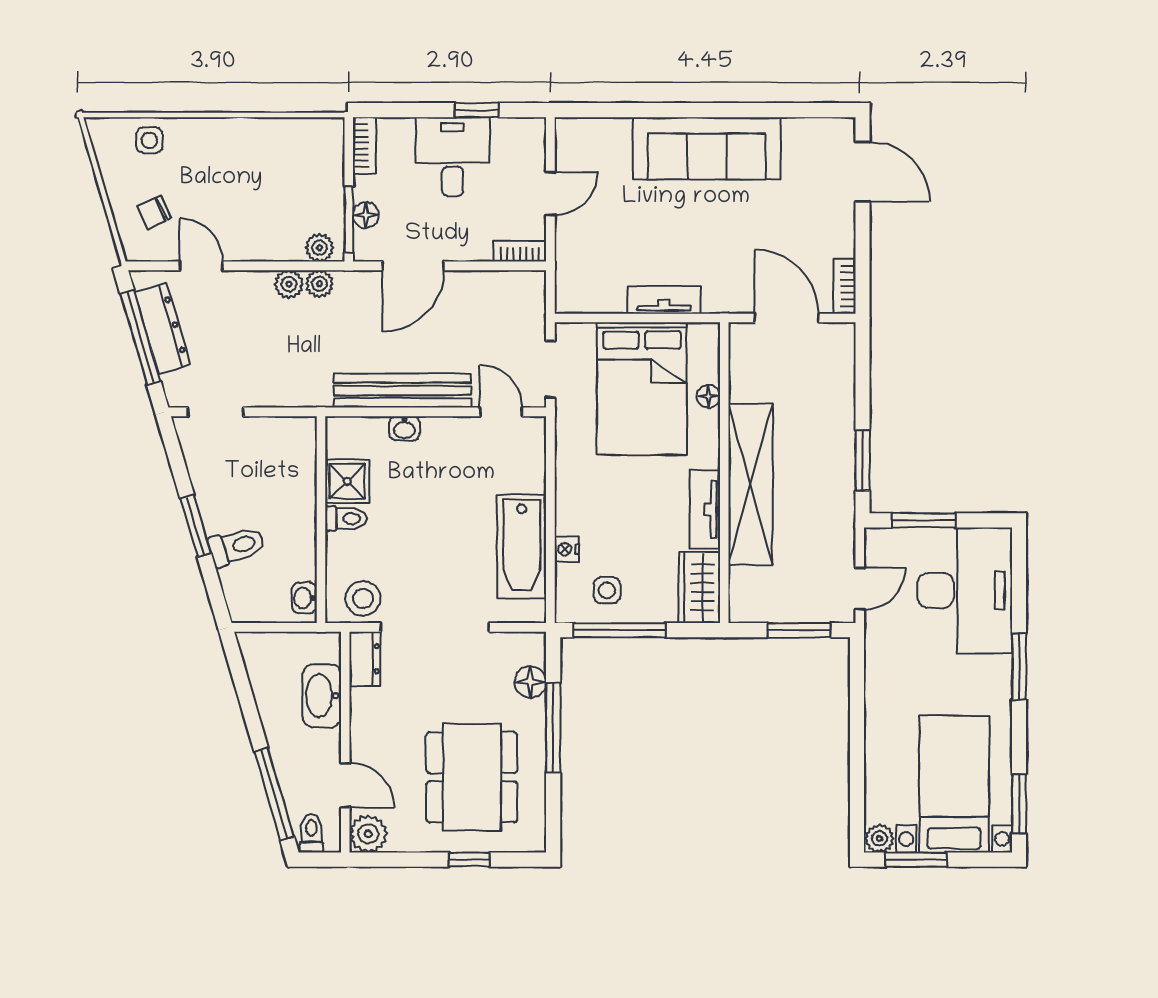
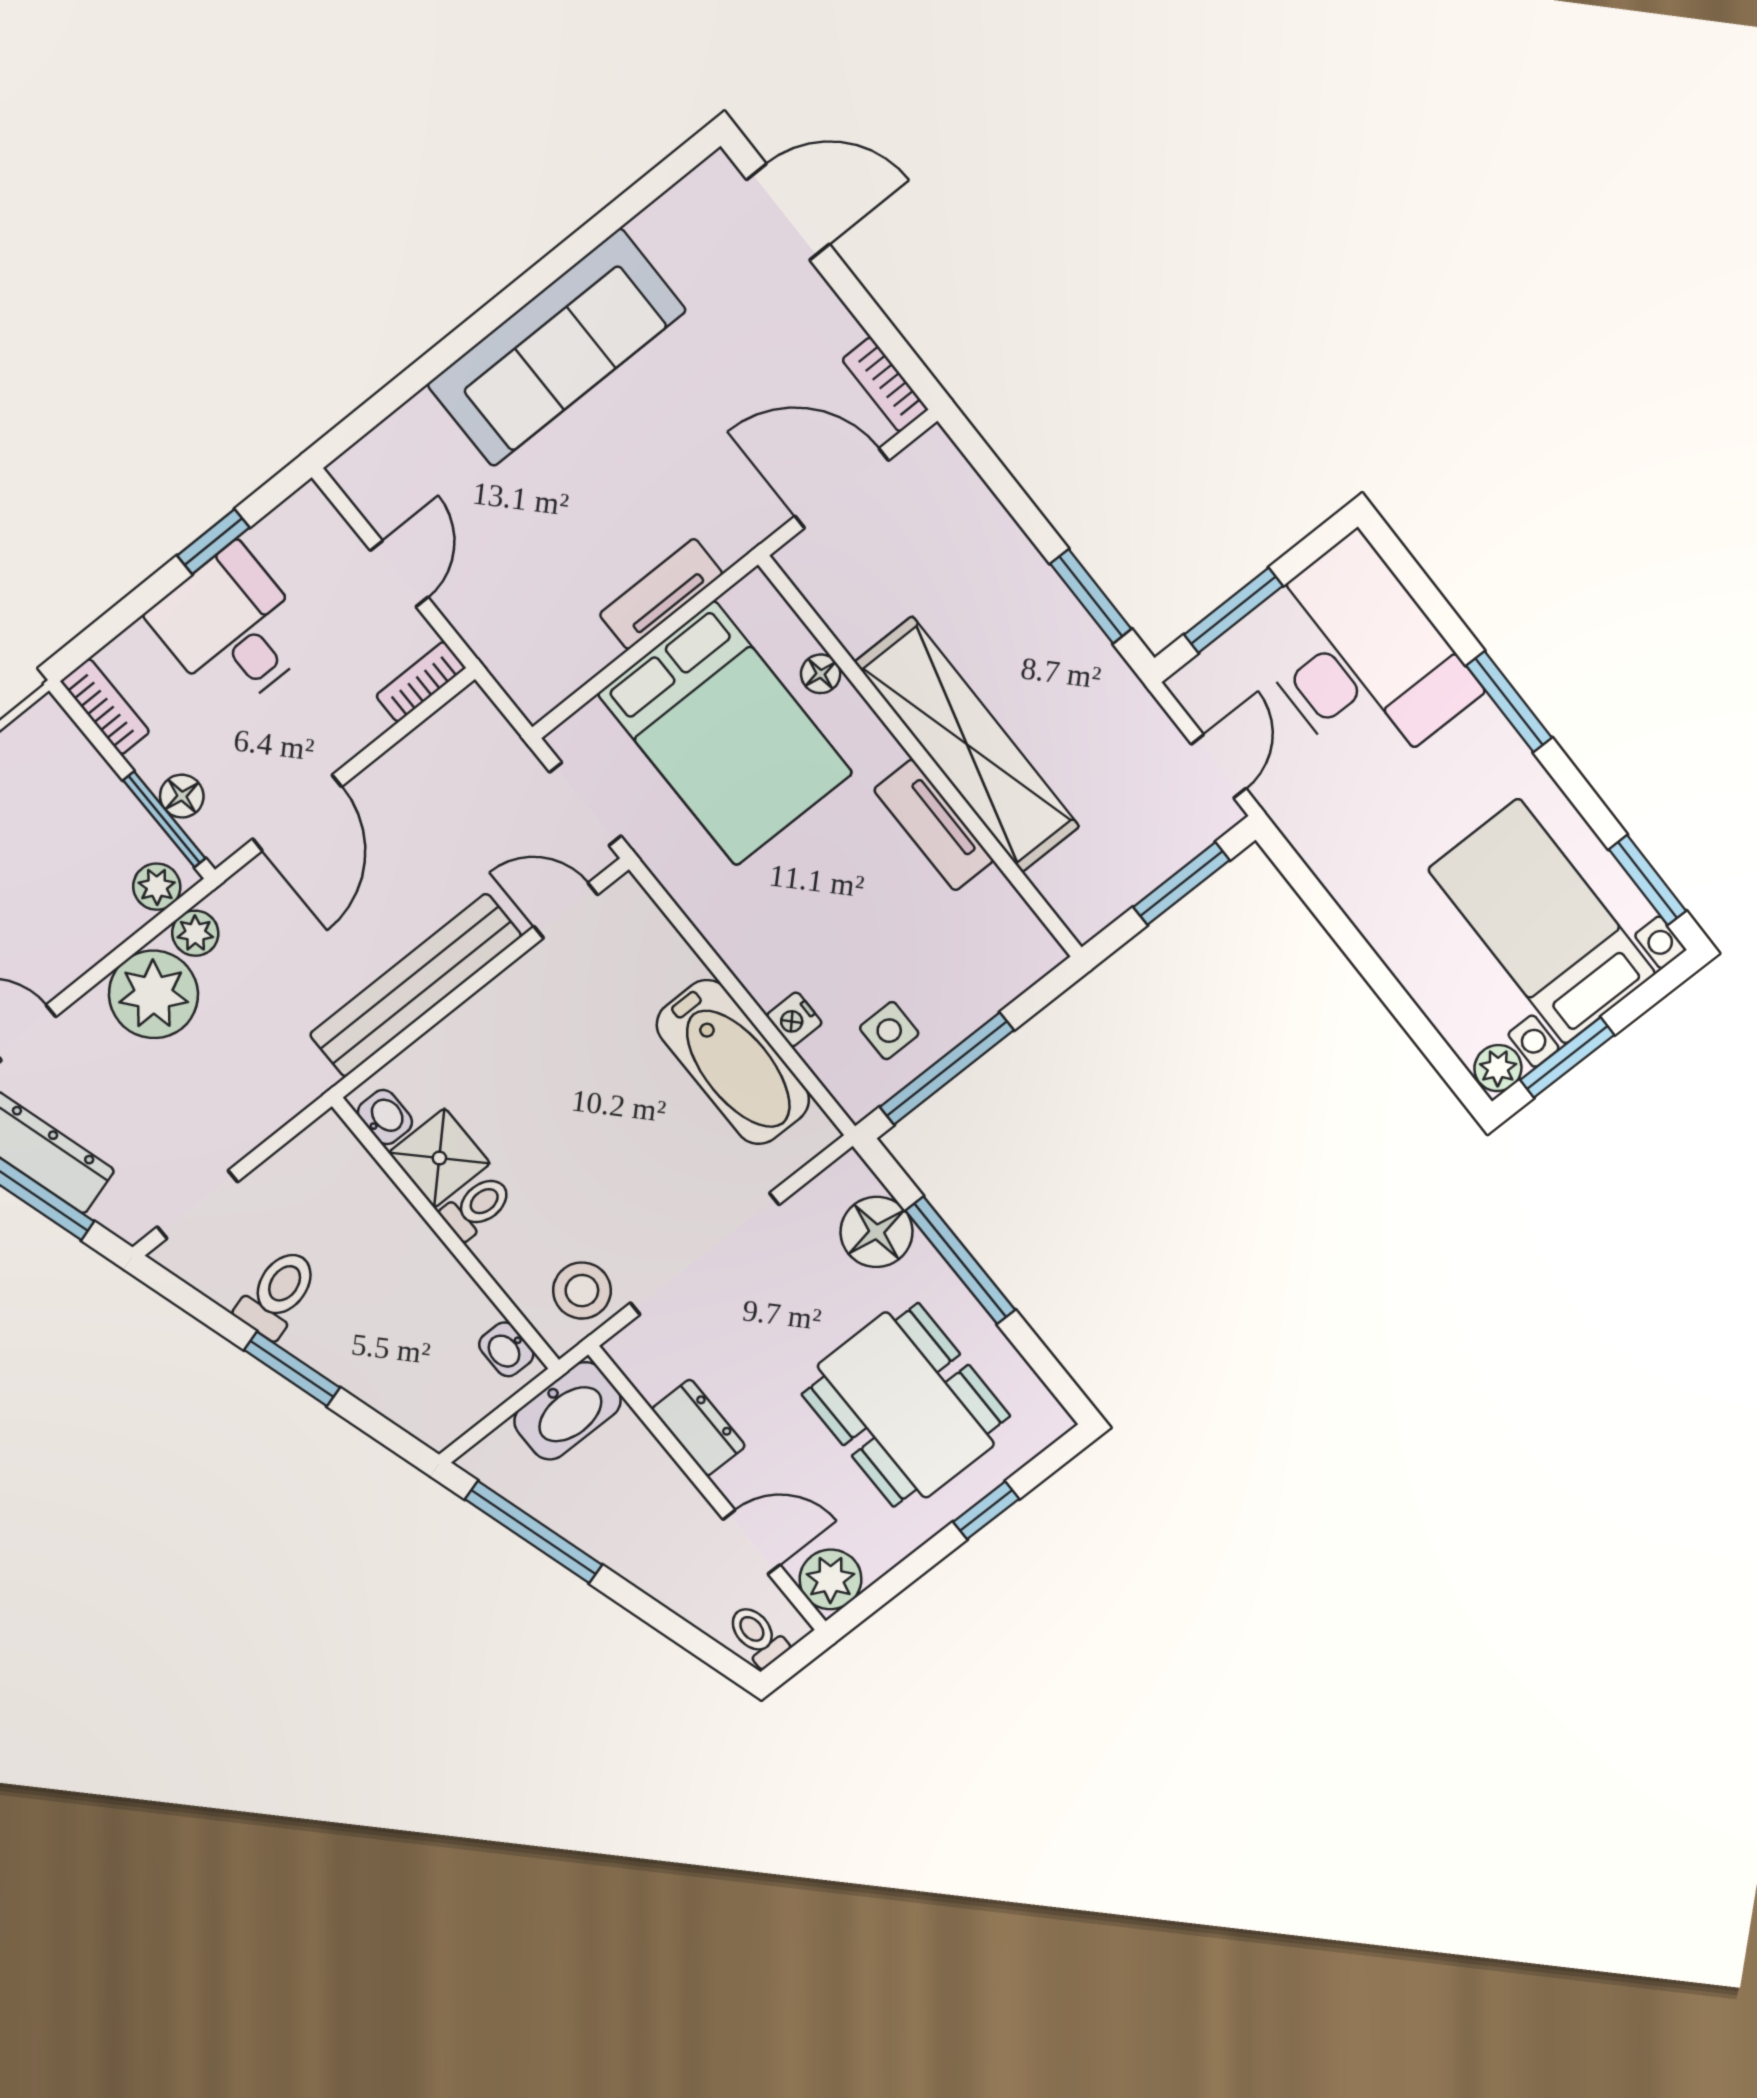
plant: (289, 284) -> (153, 994), width x1.87, depth x1.87
washbasin: (404, 428) -> (385, 1117), moved, turned -90
toilet: (237, 546) -> (278, 1293), moved
wardrobe: (699, 588) -> (1007, 932), removed
dresser: (365, 659) -> (699, 1428), moved
floor lamp: (530, 682) -> (877, 1232), width x1.38, depth x1.38
washbasin: (322, 696) -> (568, 1411), moved, turned -90
window: (274, 794) -> (534, 1532), moved

